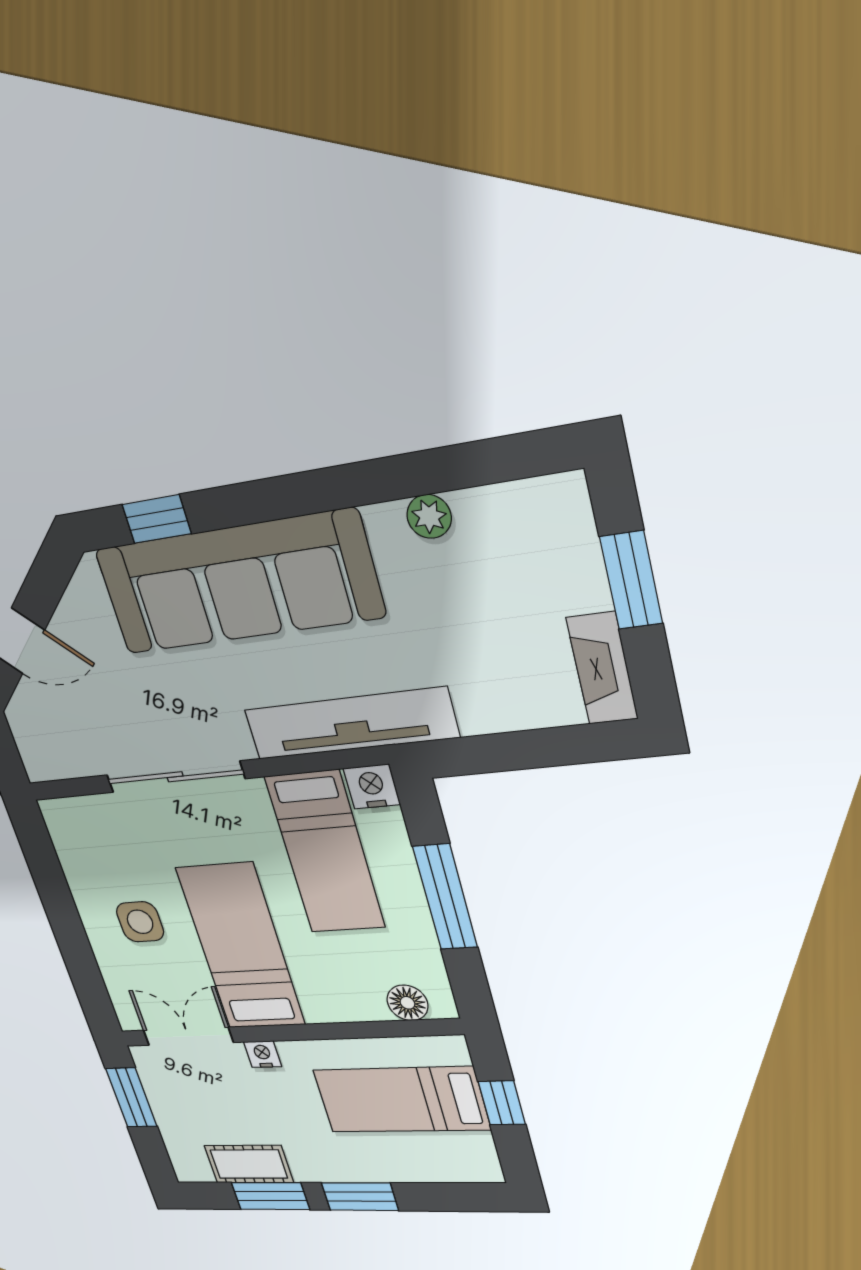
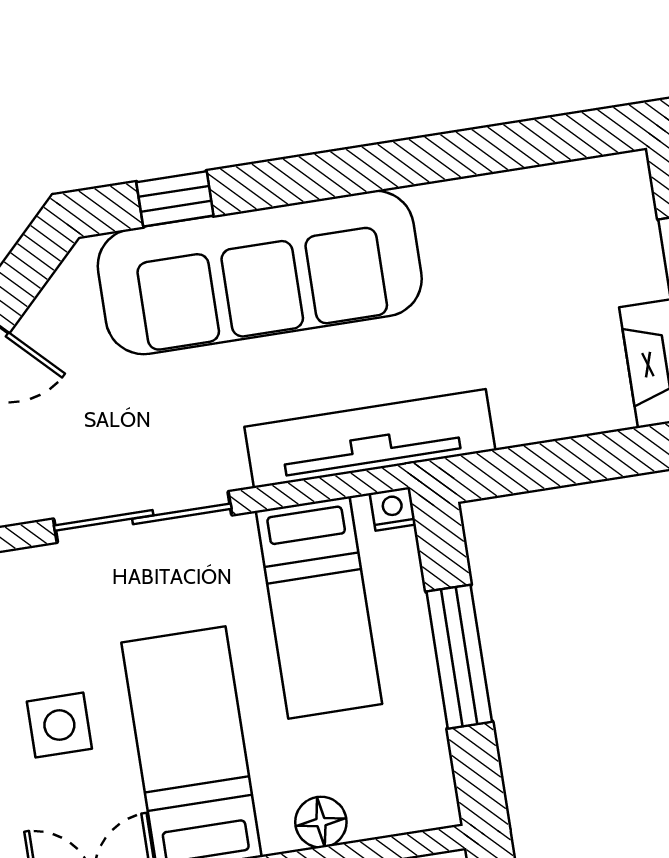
plant: (429, 516) -> (483, 197), removed
nightstand: (372, 786) -> (393, 509), width x0.72, depth x0.74
floor lamp: (407, 1003) -> (321, 822), moved

